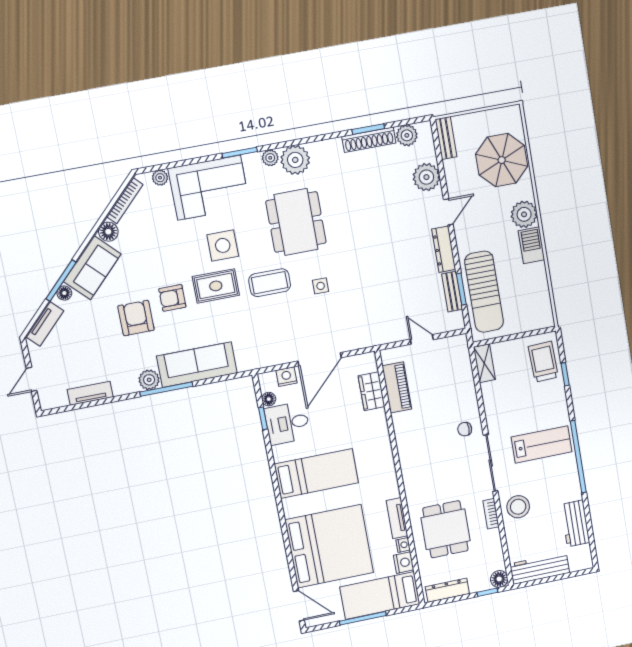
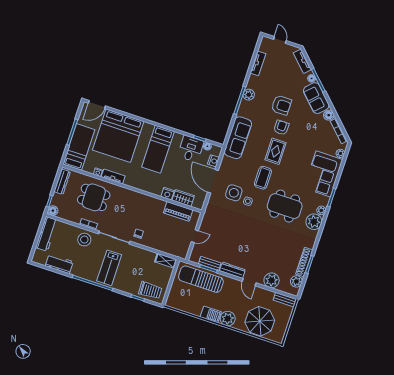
side table: (223, 245) -> (234, 193), moved
sofa: (197, 365) -> (238, 138), moved
nightstand: (404, 563) -> (168, 194), moved

